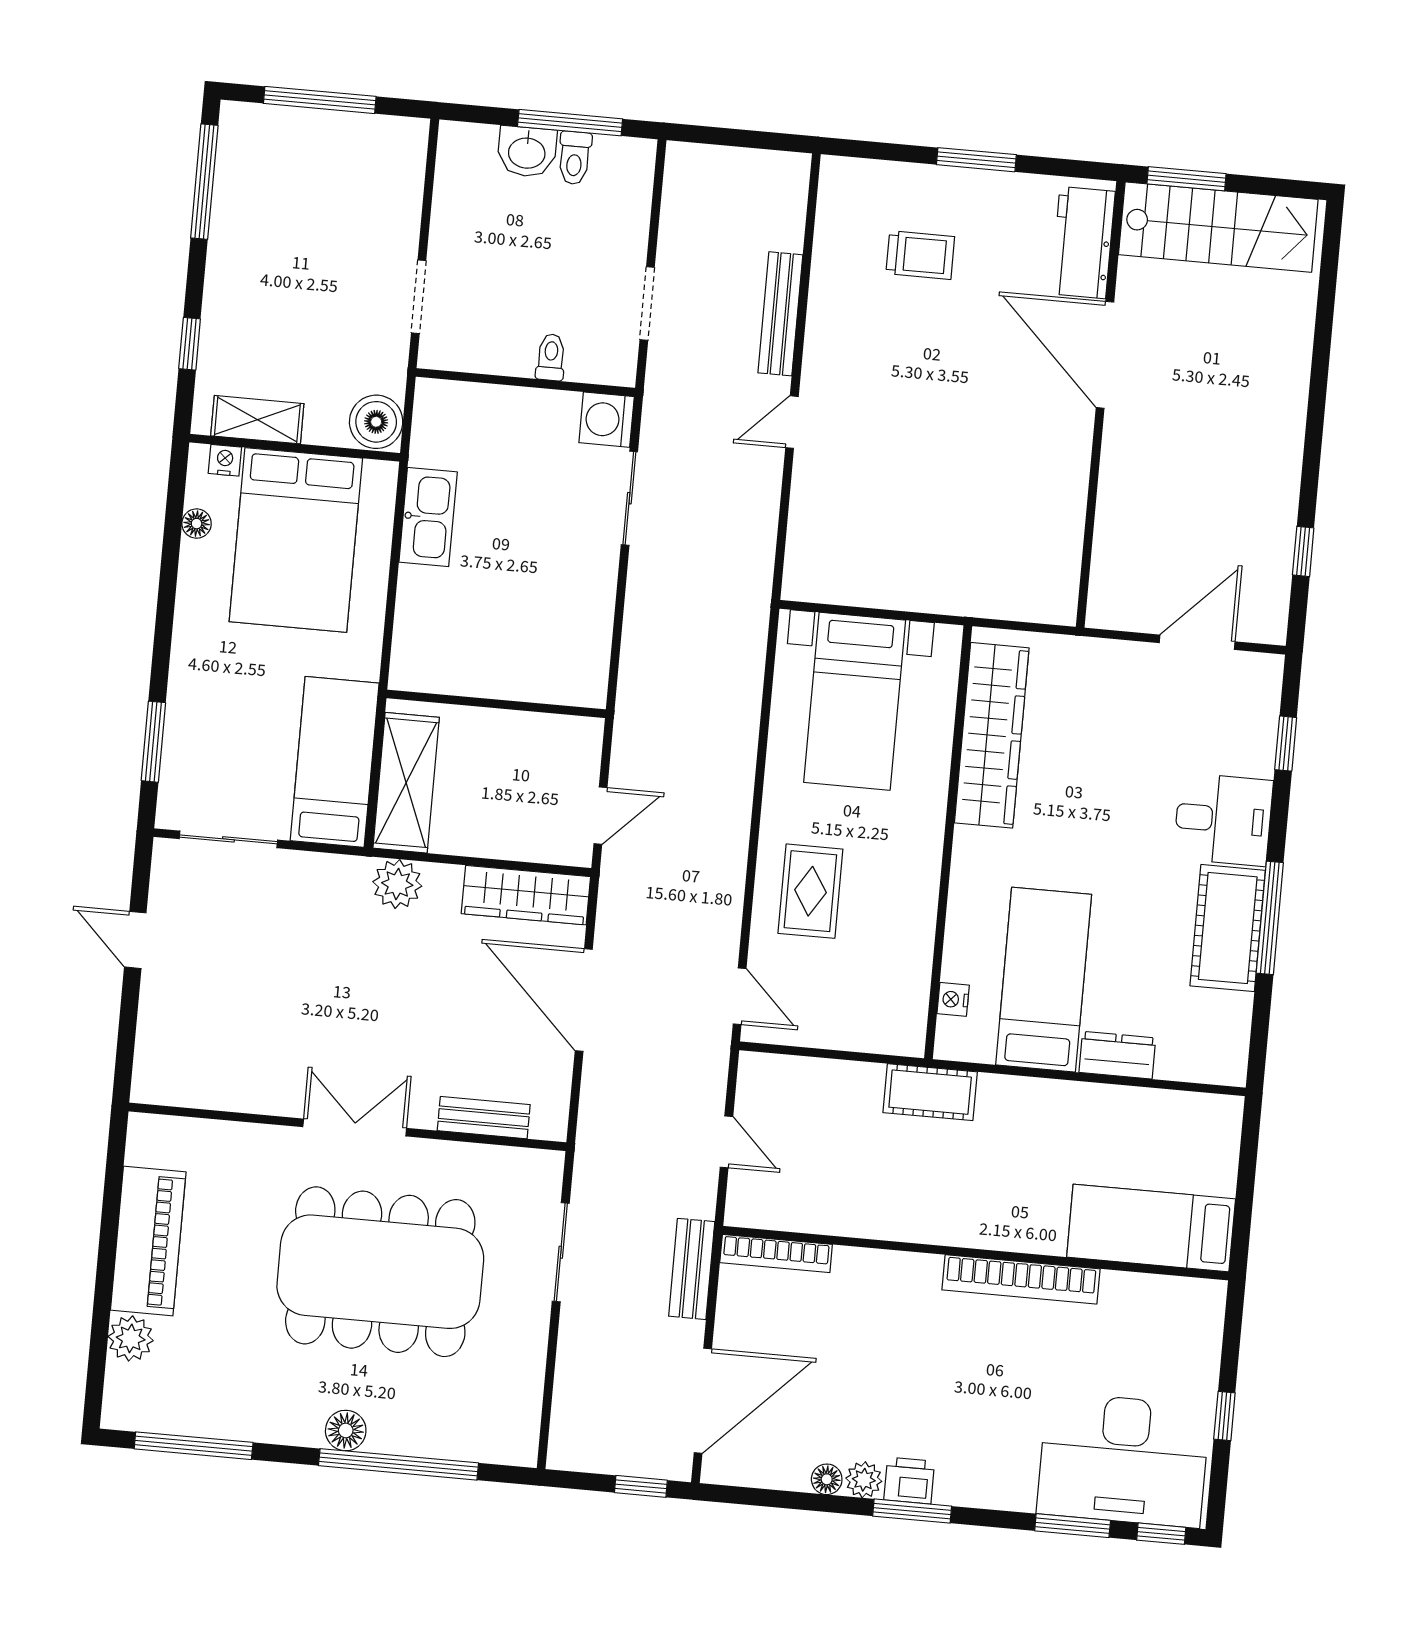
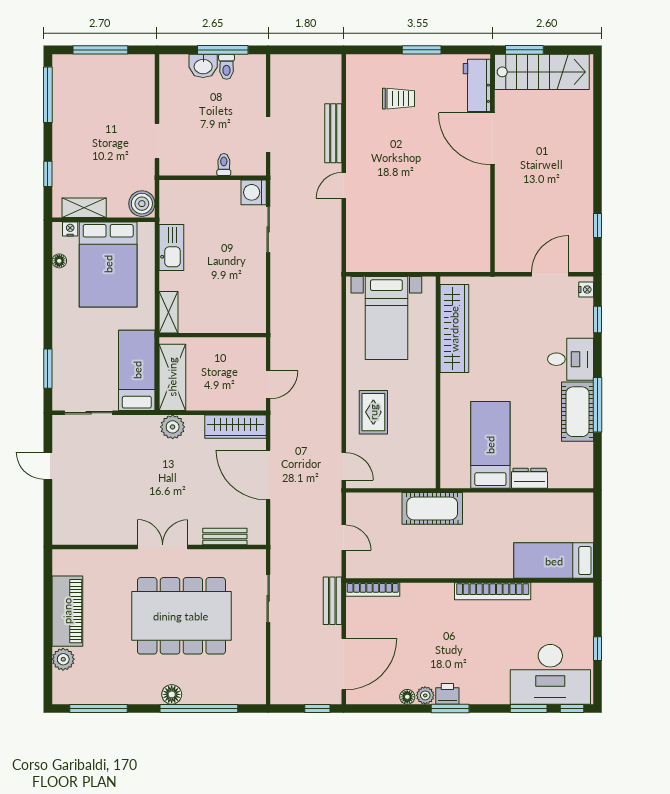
shelving: (410, 649) -> (168, 312), added
nightstand: (953, 999) -> (586, 290), moved, turned 180
cot: (930, 1092) -> (432, 508), width x1.37, depth x1.34

